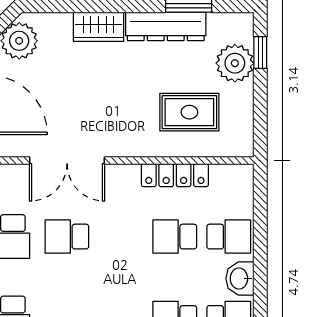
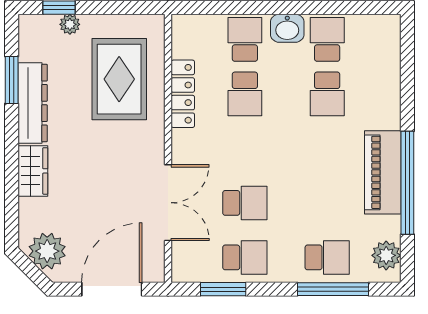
plant: (235, 63) -> (70, 24), width x0.53, depth x0.53
rug: (189, 112) -> (119, 79), width x1.36, depth x1.43
school desk: (67, 237) -> (245, 203), turned -90

